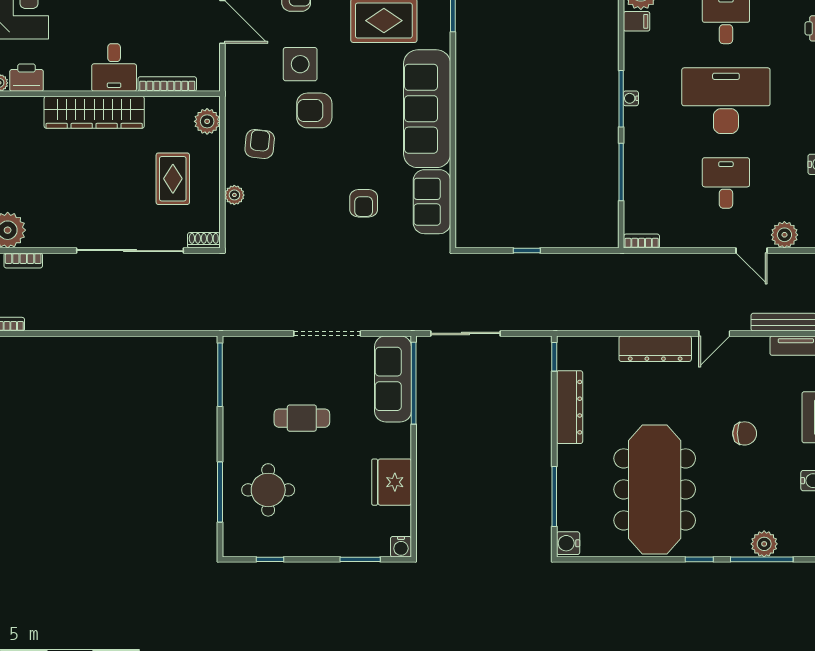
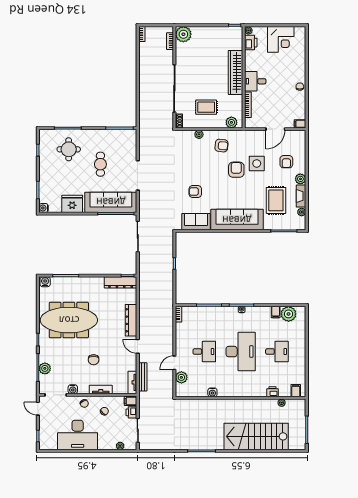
sofa: (393, 379) -> (111, 202), width x1.36, depth x1.27
dresser: (570, 407) -> (121, 282), moved

